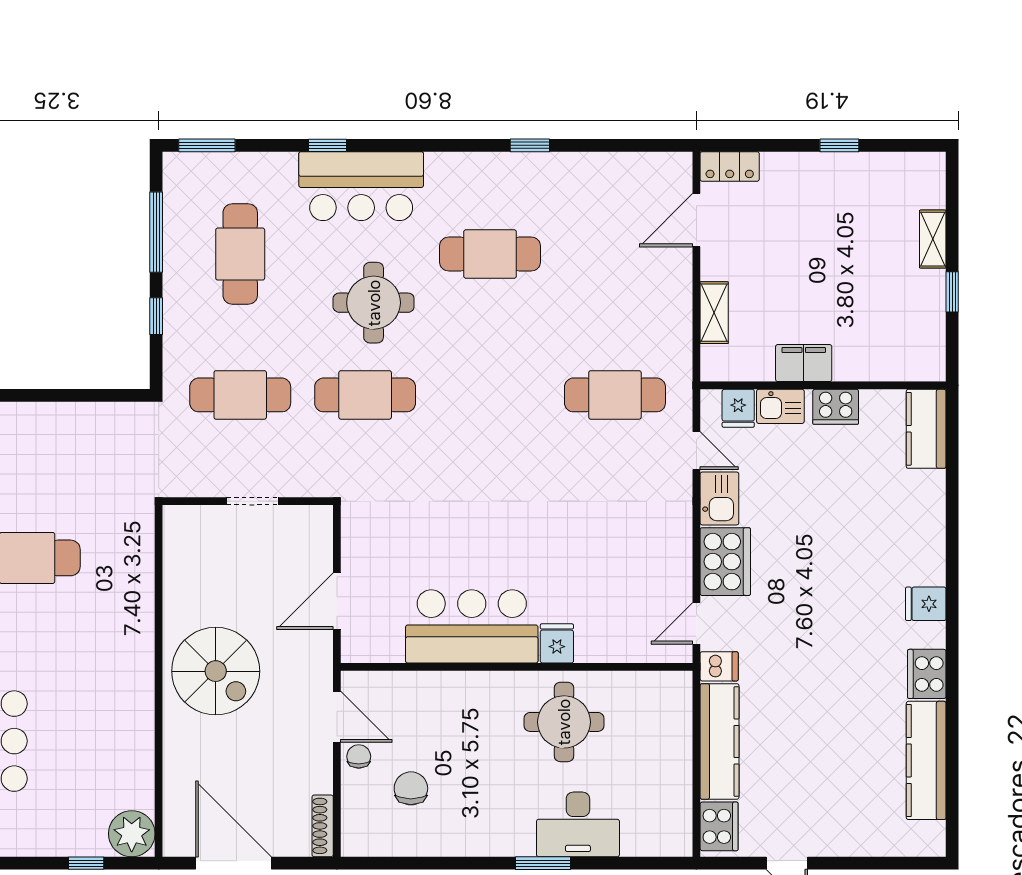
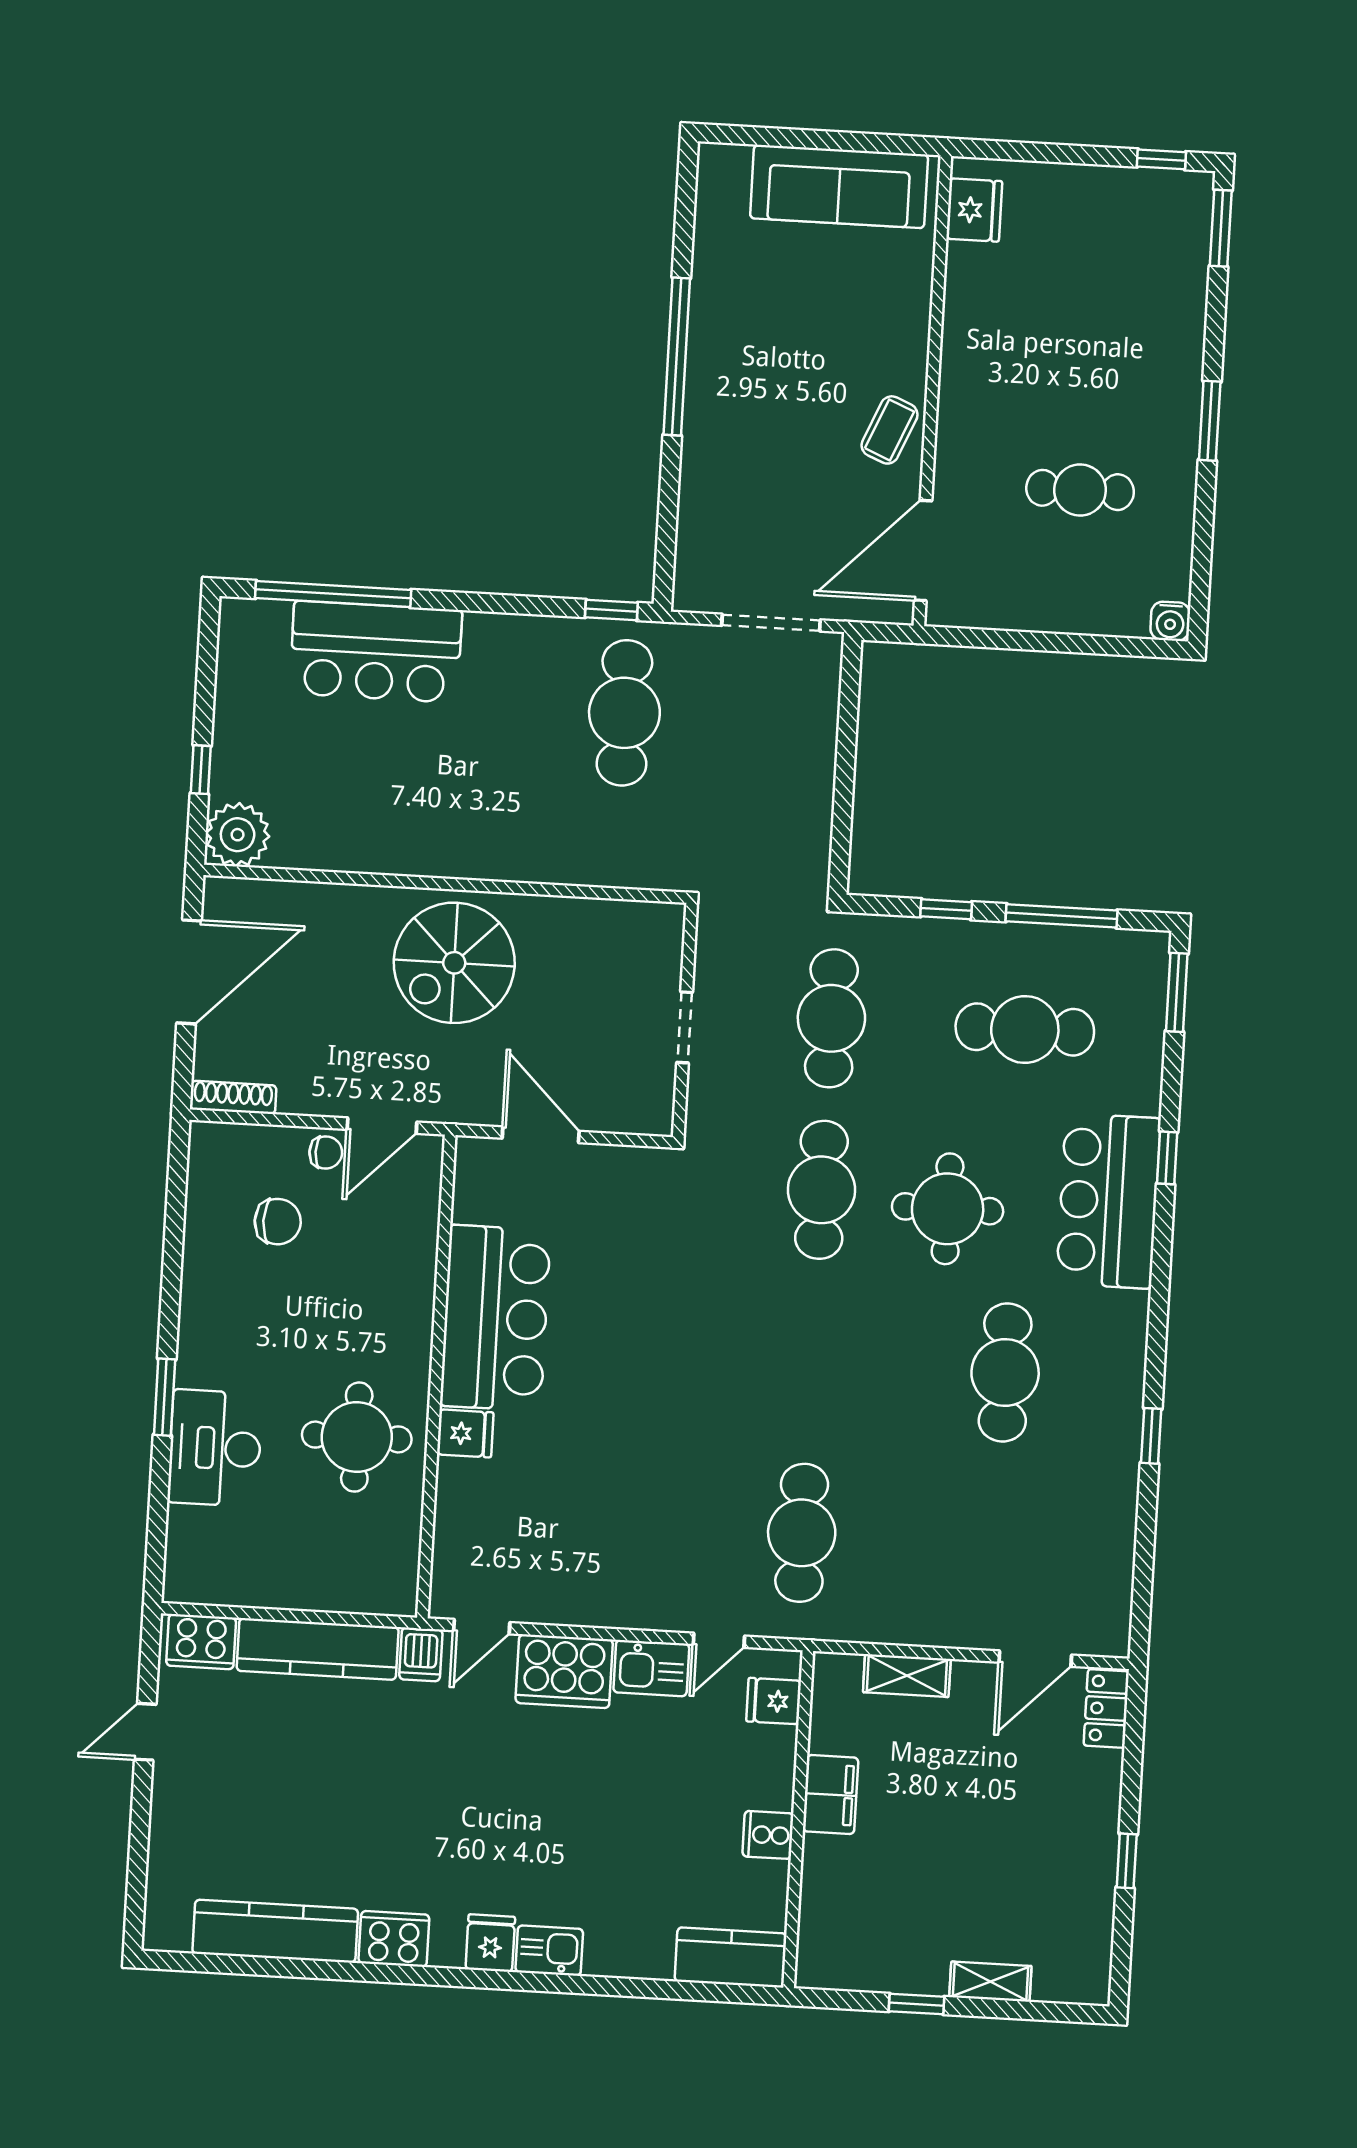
door: (696, 220) -> (1035, 1659), swing flipped
kitchen sink: (780, 406) -> (549, 1951), moved, turned 90
cooker: (836, 407) -> (768, 1835), width x0.73
door: (696, 623) -> (482, 1627), swing flipped

